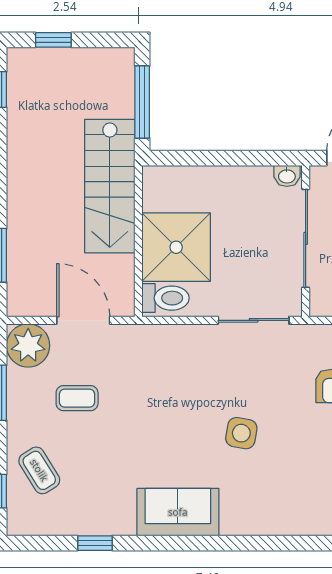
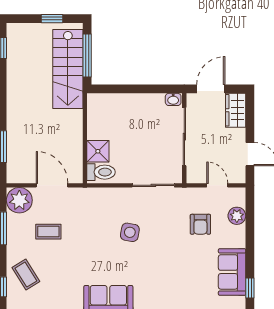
window: (53, 40) -> (52, 19), moved
stairs: (110, 186) -> (68, 69), moved
shower: (176, 247) -> (98, 151), width x0.54, depth x0.54
side table: (241, 433) -> (130, 232), moved

